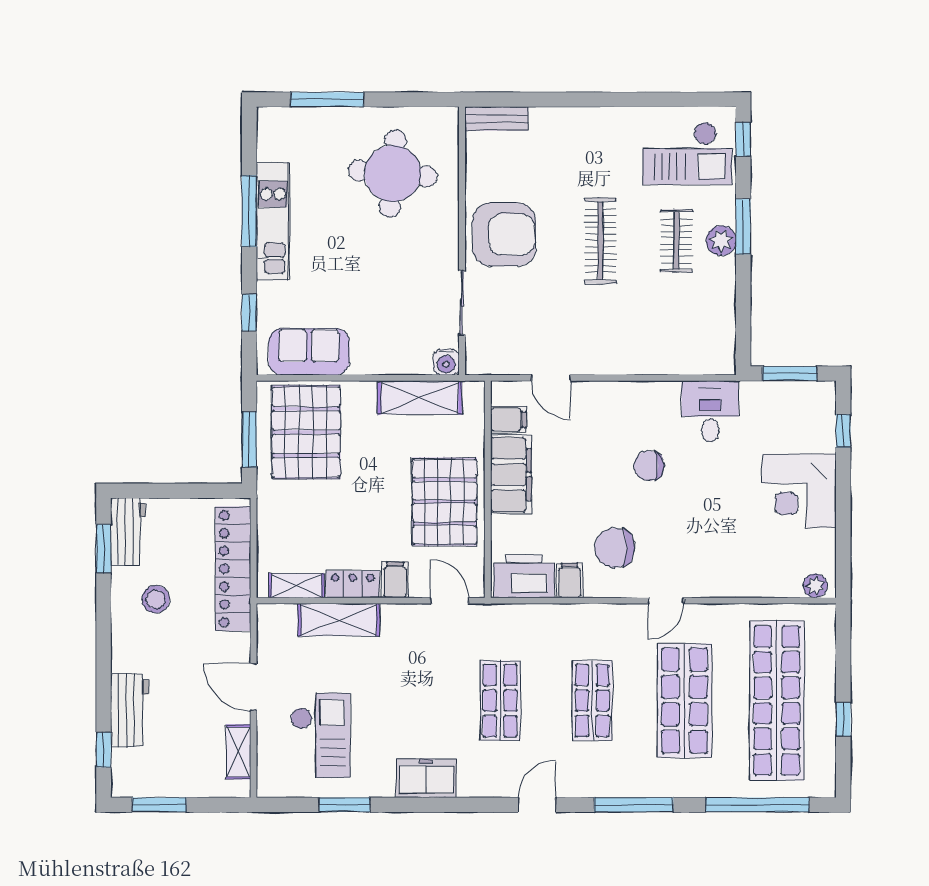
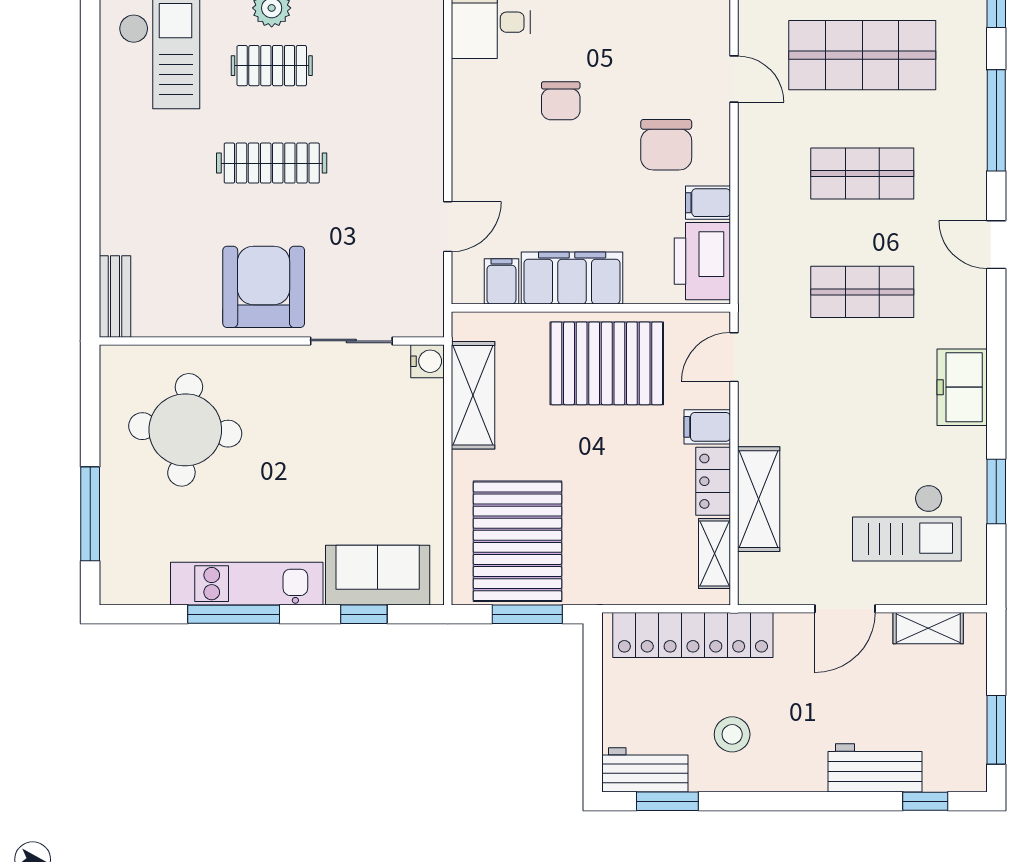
sofa: (309, 352) -> (378, 575), moved, turned 90
pallet: (306, 432) -> (517, 541), turned 90
checkout: (320, 735) -> (907, 523), turned 180

